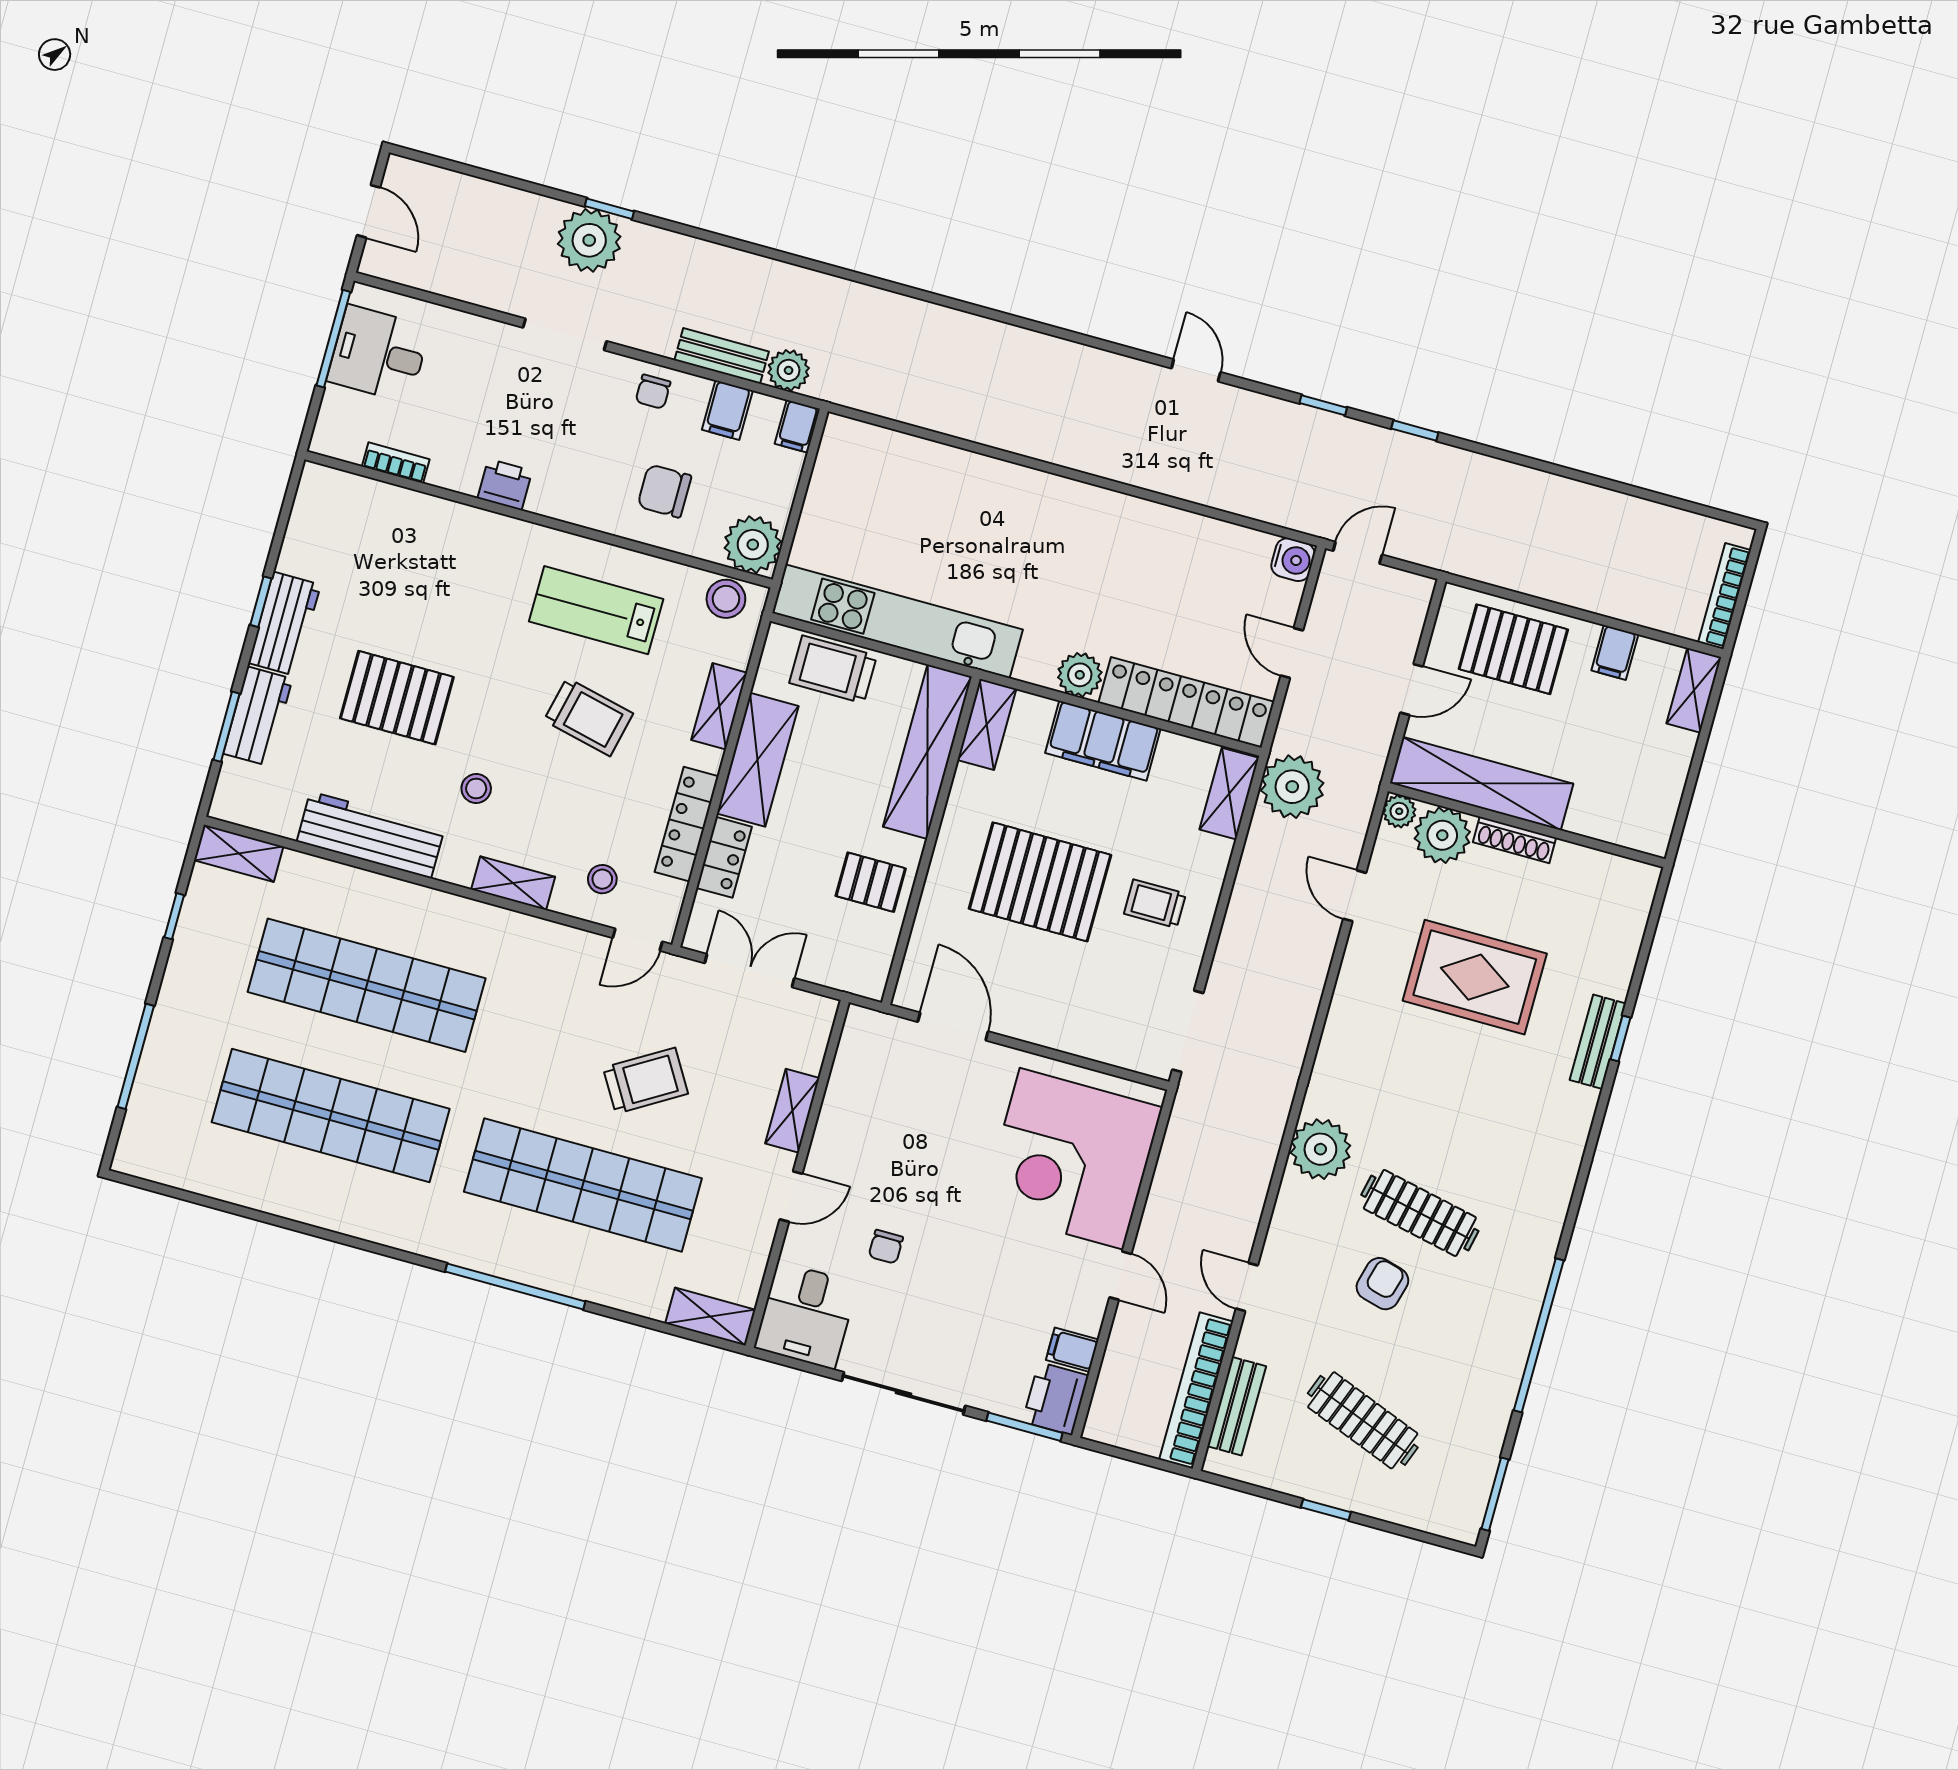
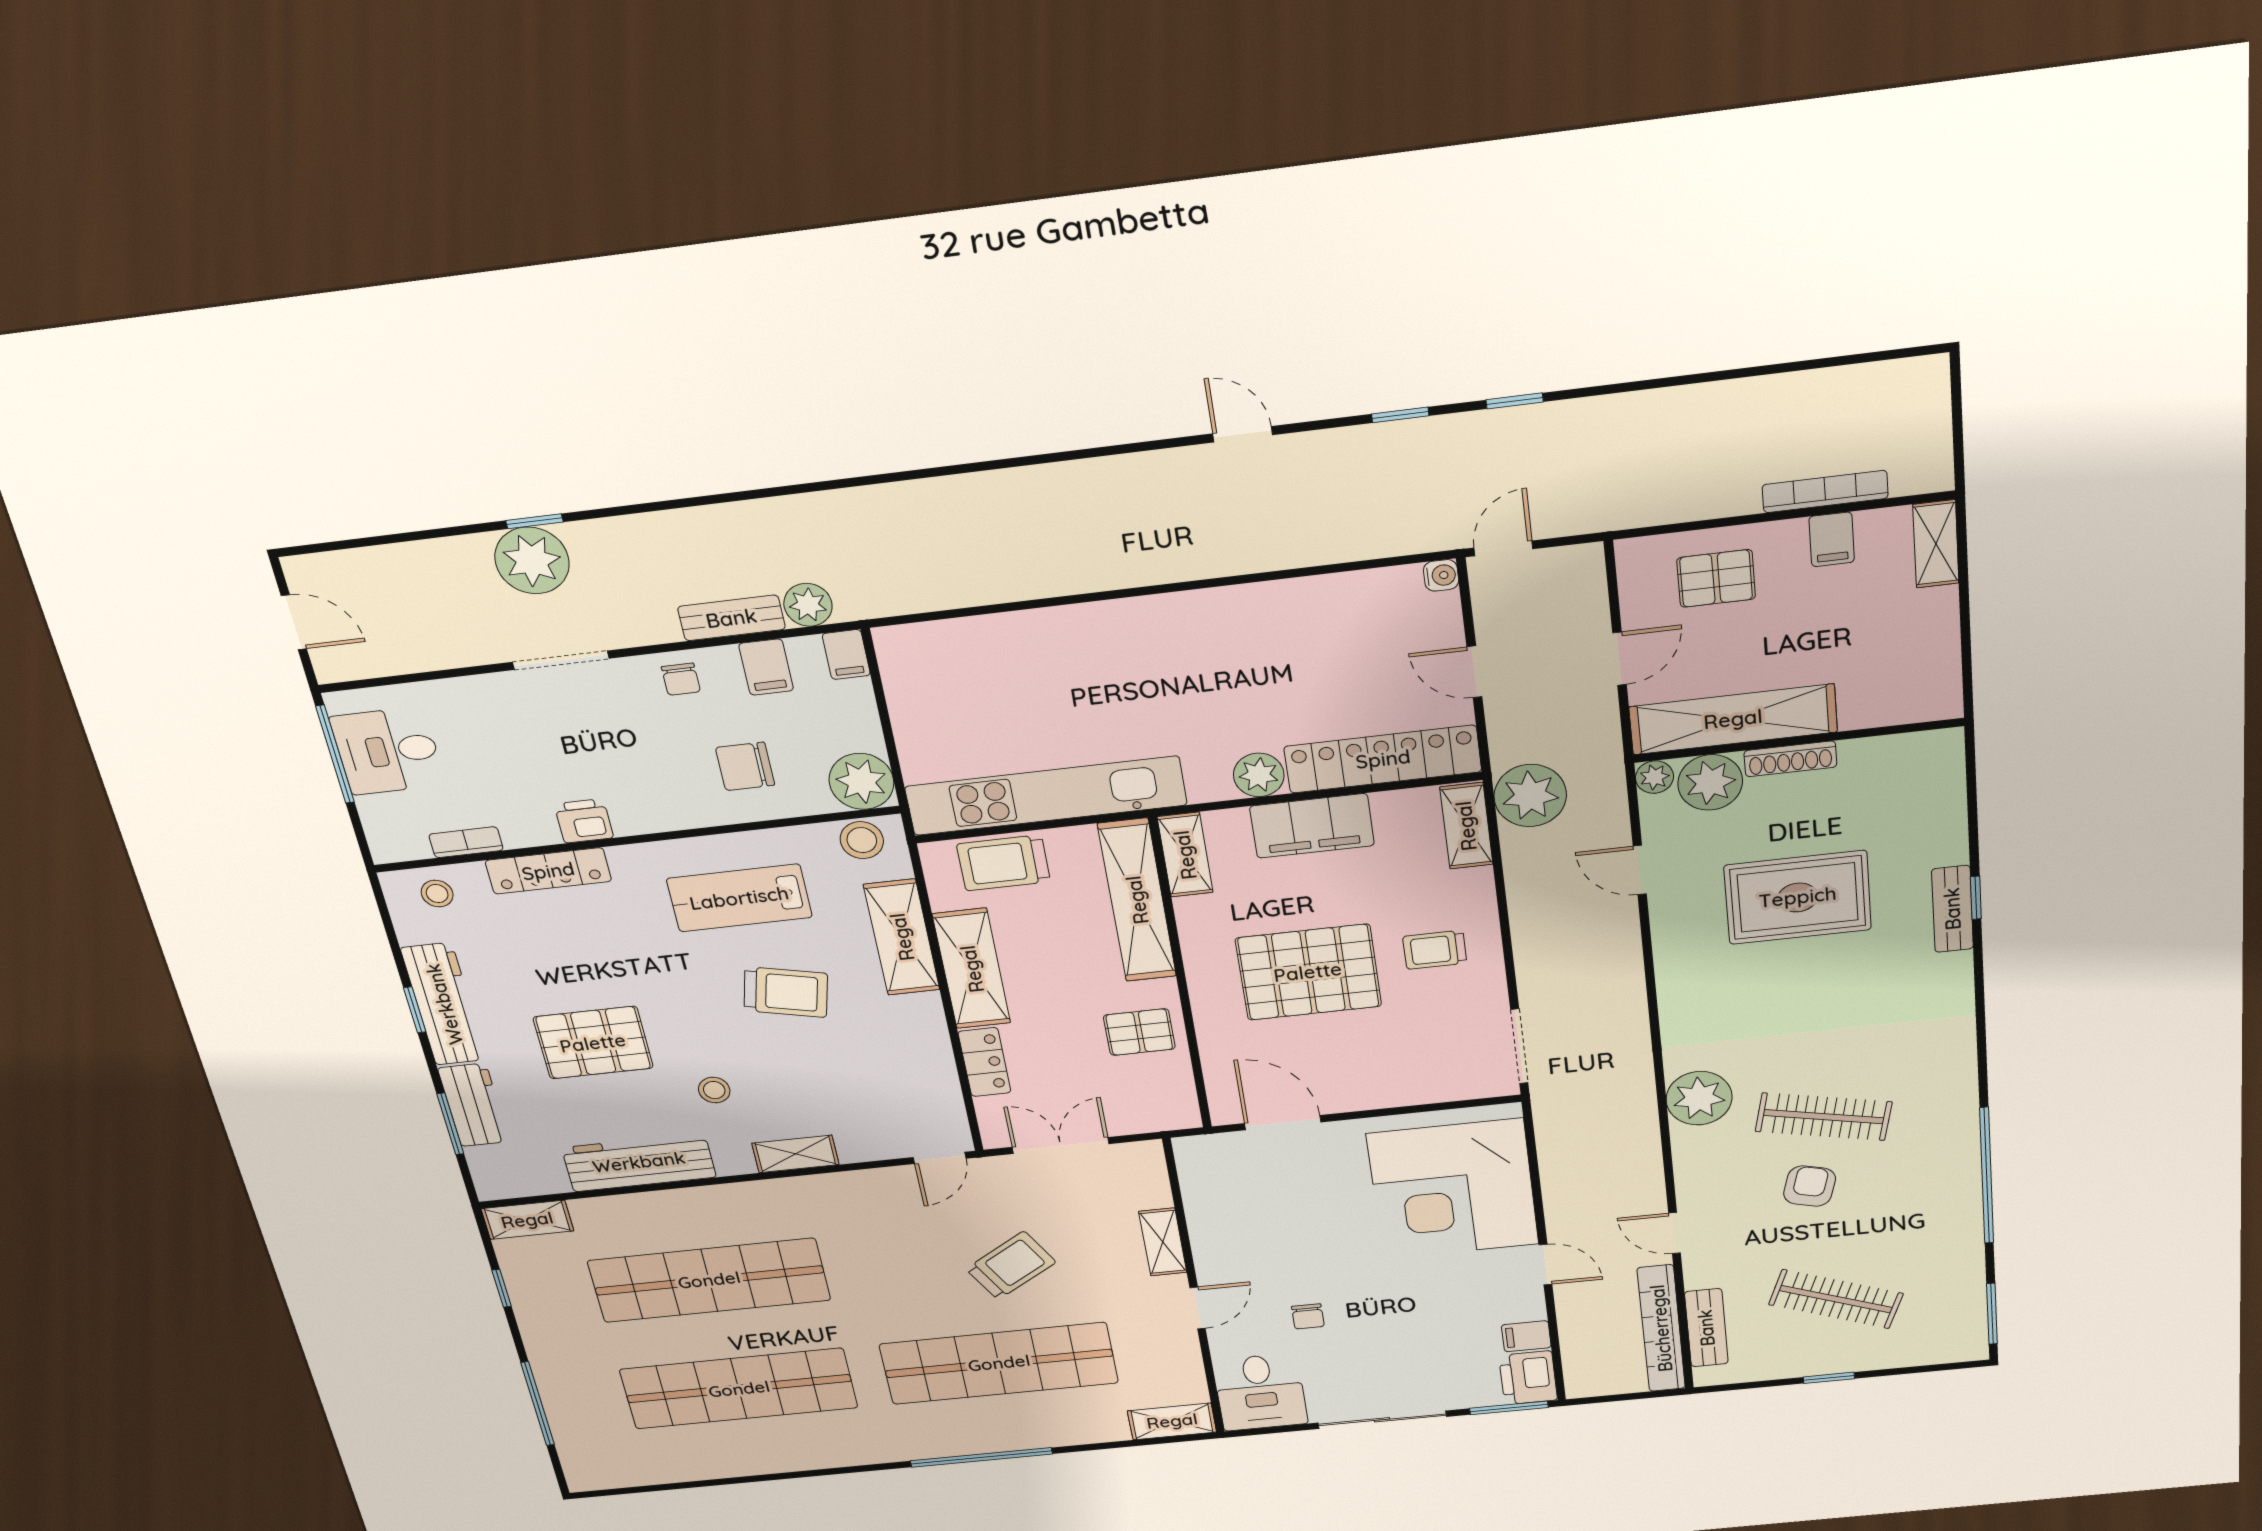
water cooler: (1293, 560) -> (1441, 575), width x0.72, depth x0.72
bookcase: (1724, 596) -> (1825, 491), moved, turned 90
workbench: (284, 624) -> (444, 1004), width x1.38
pallet: (1513, 649) -> (1716, 578), width x0.67, depth x0.71
shelving: (719, 706) -> (902, 937), width x1.50, depth x1.33
locker: (687, 824) -> (548, 871), moved, turned -90
stool: (602, 879) -> (437, 894), moved

